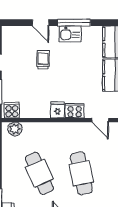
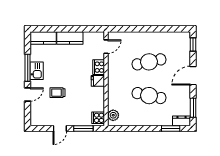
cafe table: (39, 173) -> (149, 96), turned 36

